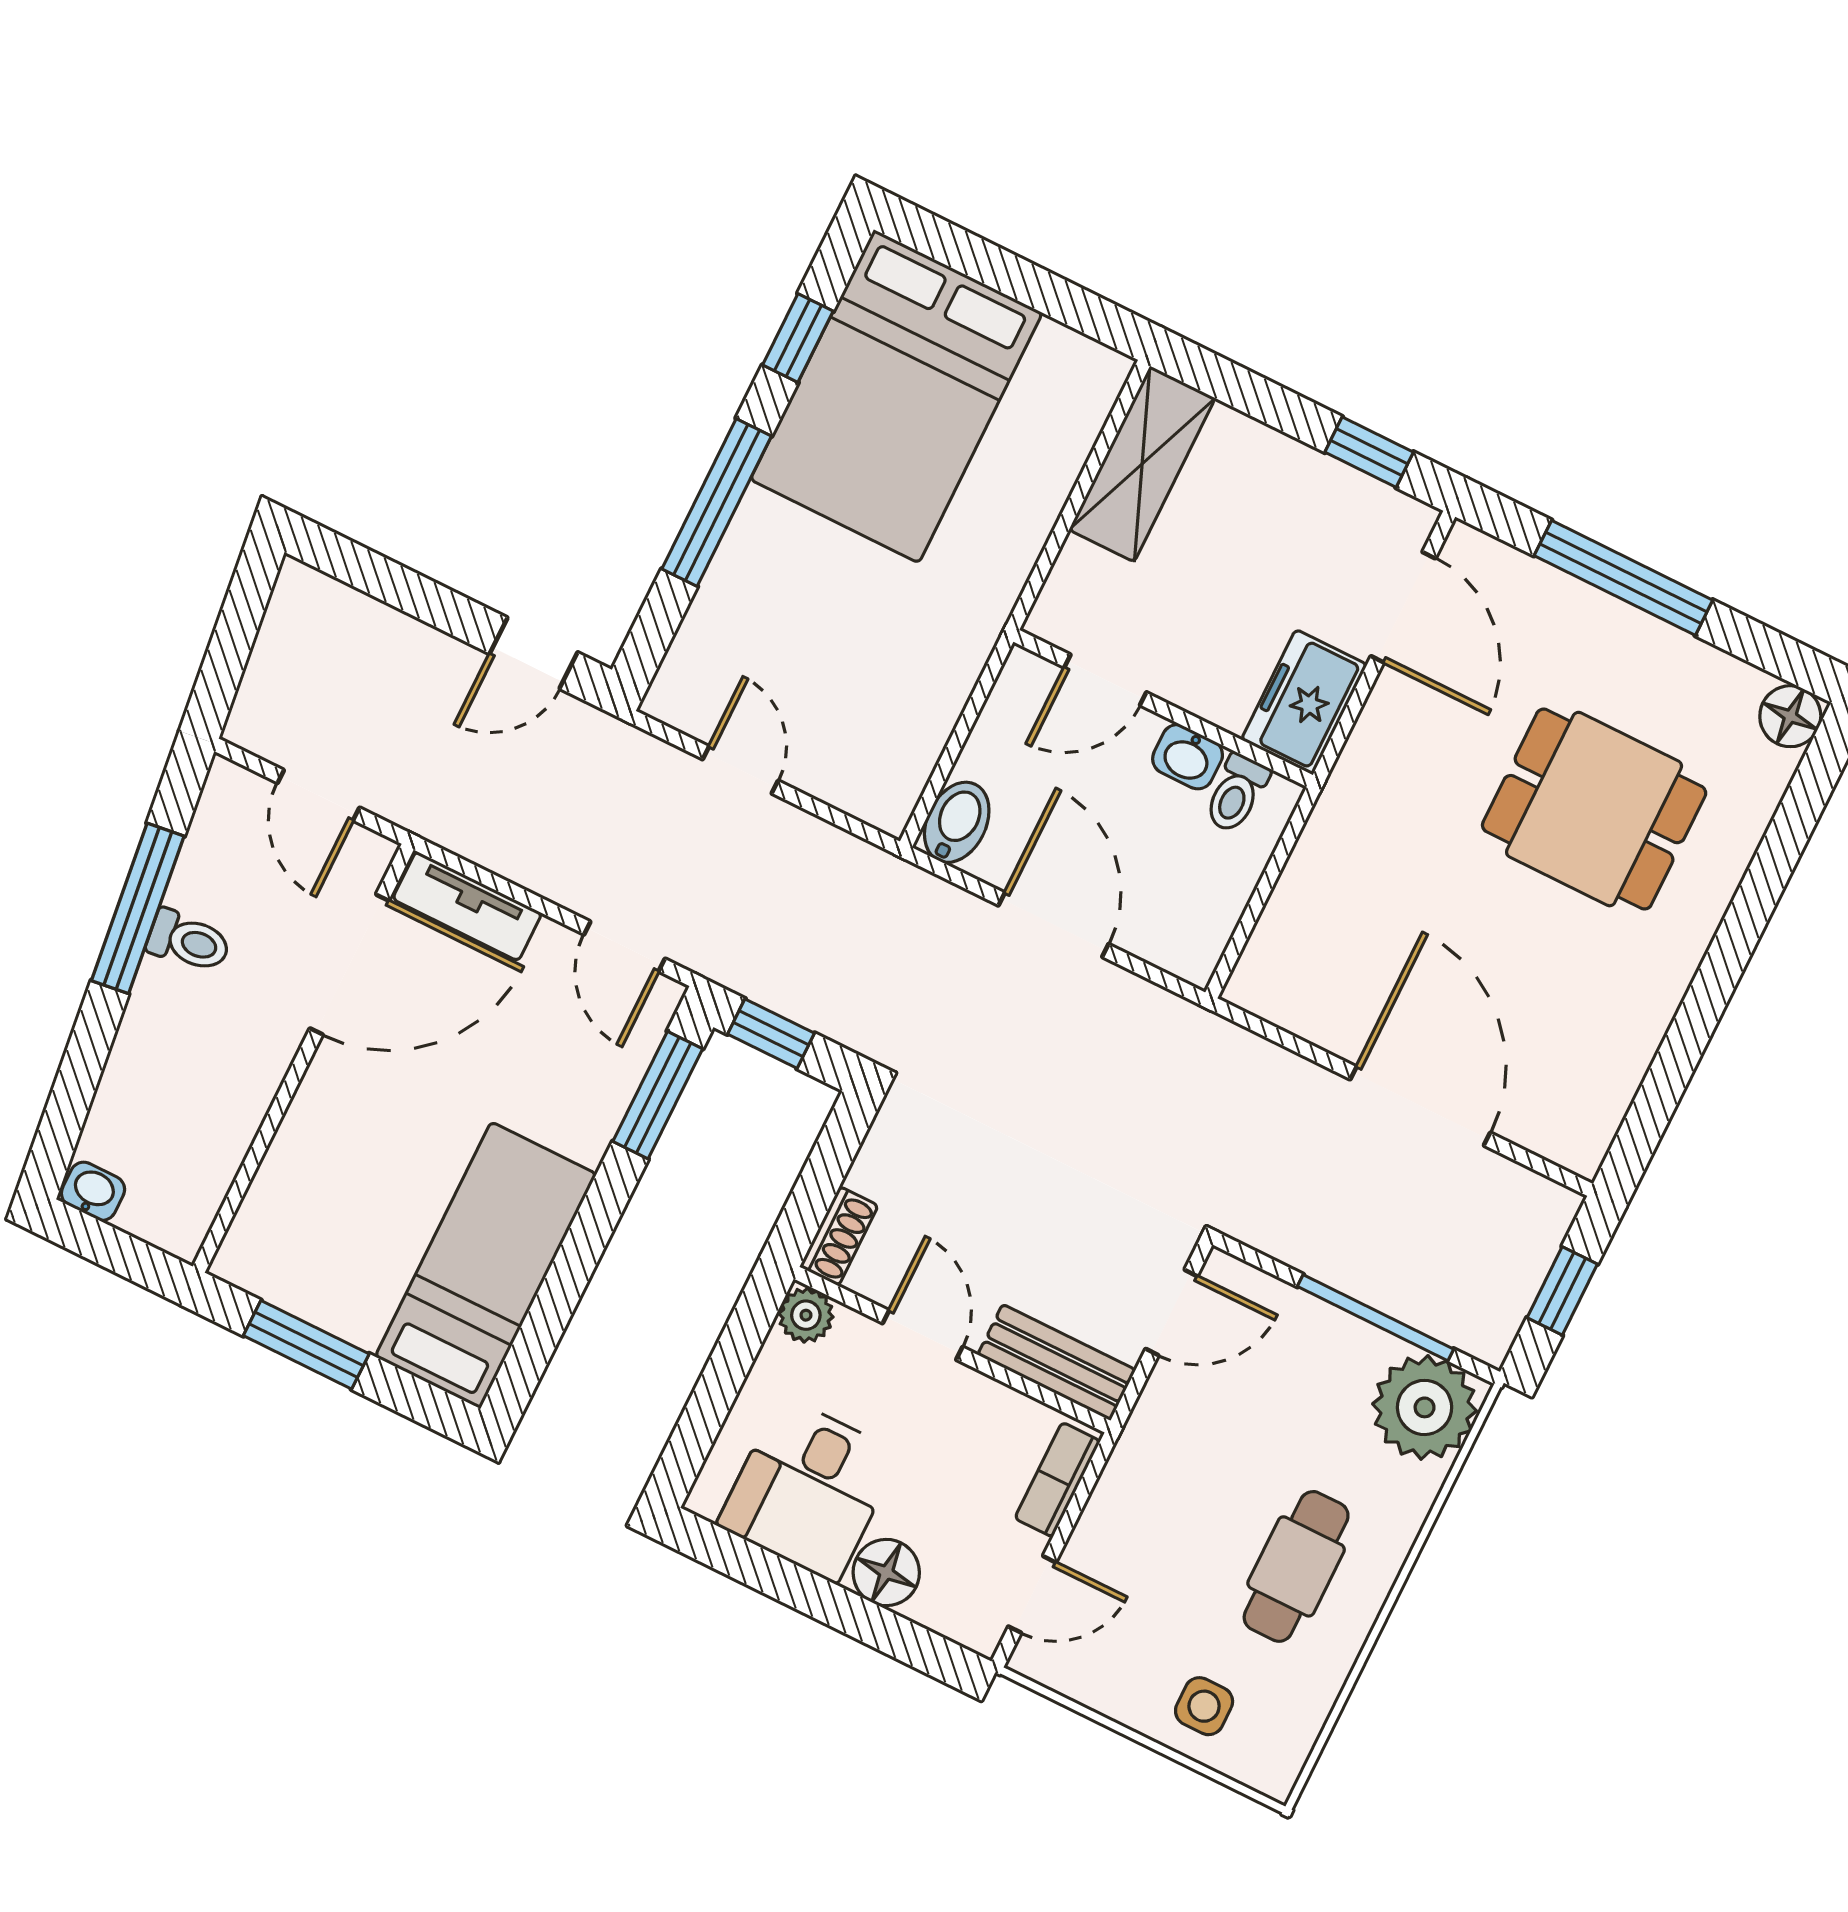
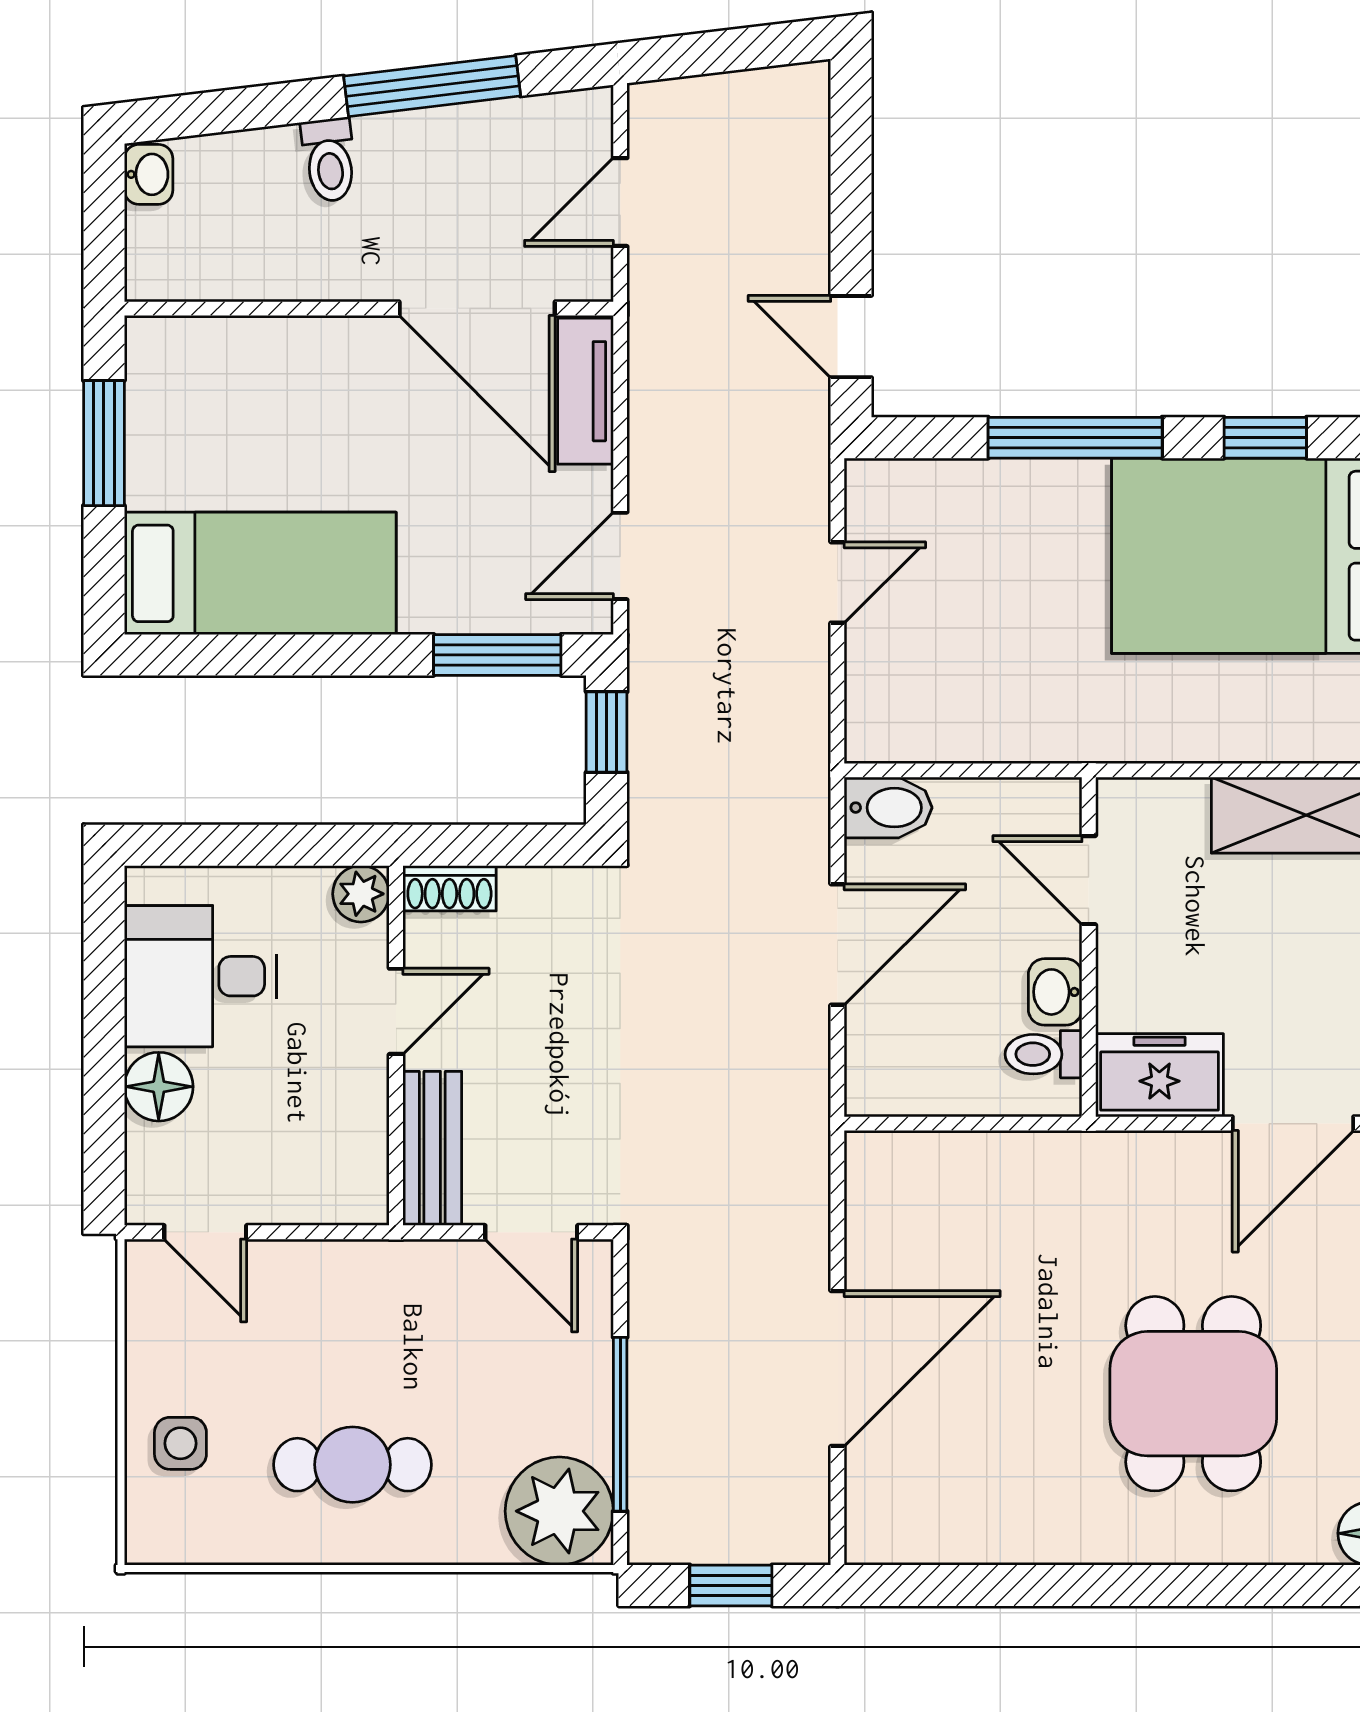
toilet: (189, 941) -> (329, 160), moved
bookcase: (1058, 1480) -> (324, 1203), removed

